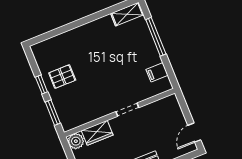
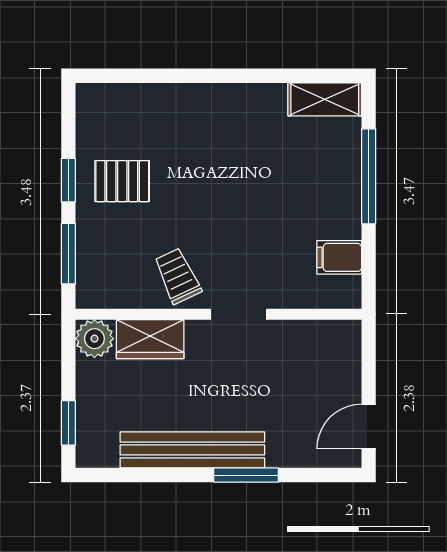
trolley: (98, 104) -> (178, 276), added

